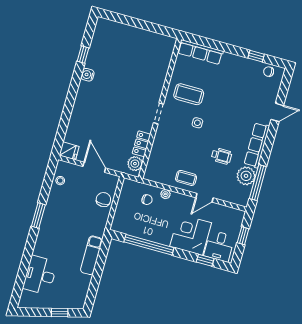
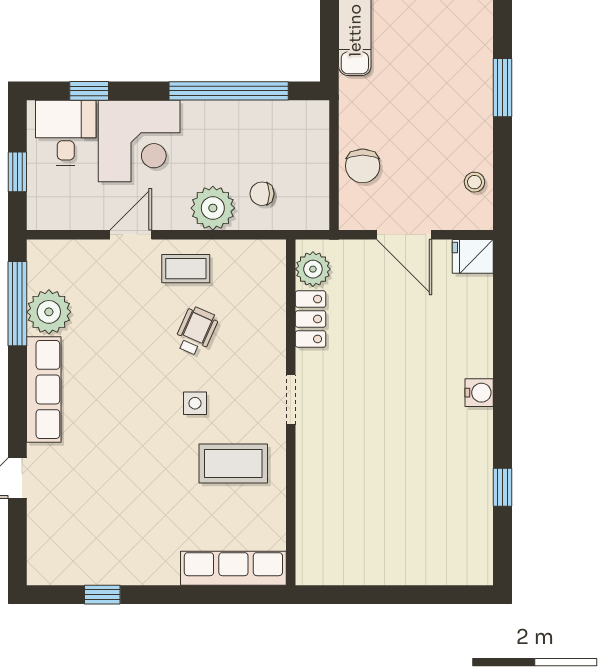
chair: (269, 72) -> (63, 567), removed
water cooler: (88, 75) -> (479, 393), moved
wheelchair: (222, 156) -> (196, 331), moved, turned 114
plant: (165, 194) -> (213, 208), width x1.87, depth x1.87

